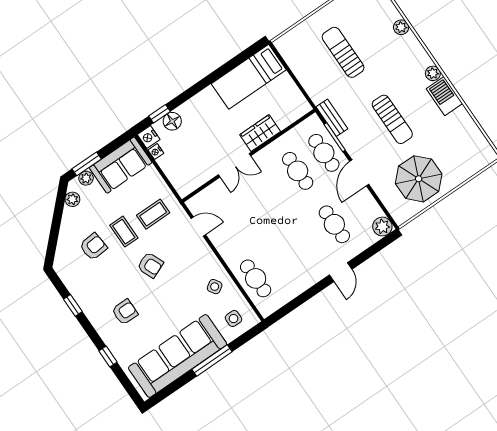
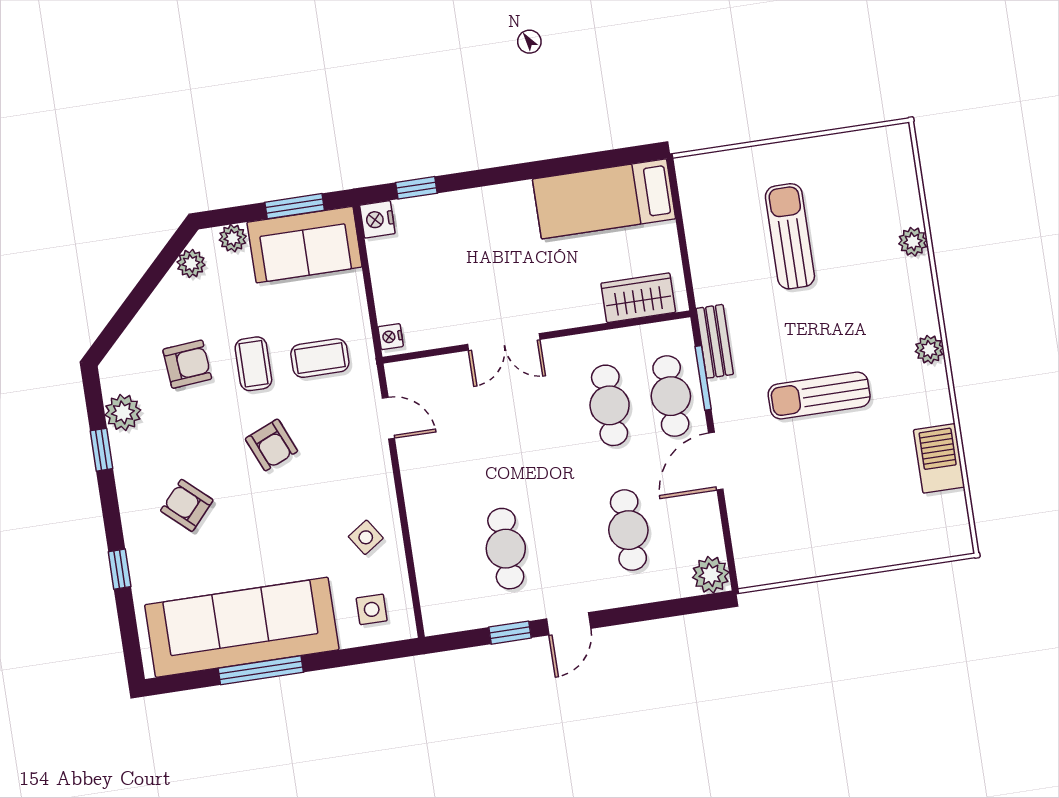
barbecue: (444, 96) -> (939, 458), moved
sun lounger: (392, 119) -> (819, 395), turned 90
floor lamp: (172, 121) -> (432, 212), removed
wardrobe: (260, 133) -> (638, 298), moved
nightstand: (156, 152) -> (391, 337), moved
window: (87, 164) -> (295, 206), moved
parasol: (419, 179) -> (815, 522), removed
door: (341, 272) -> (569, 624), moved
cafe table: (256, 278) -> (506, 549), moved
plant: (74, 283) -> (123, 412), added
window: (303, 298) -> (510, 633), added
armchair: (125, 312) -> (187, 505), turned -138
window: (212, 360) -> (261, 670), moved

